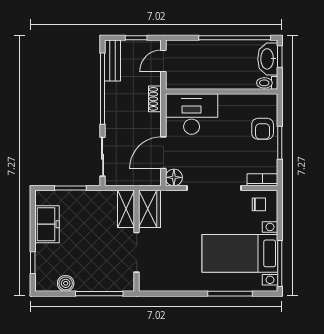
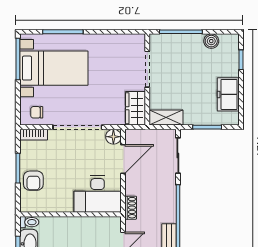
armchair: (263, 129) -> (33, 181), turned 180
shelving: (126, 209) -> (166, 118), moved, turned 90

